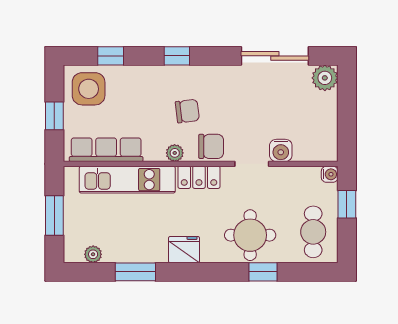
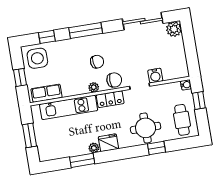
window: (177, 56) -> (86, 31), width x2.17
row of seats: (106, 150) -> (46, 93), width x0.68
plant: (93, 254) -> (94, 148), moved

